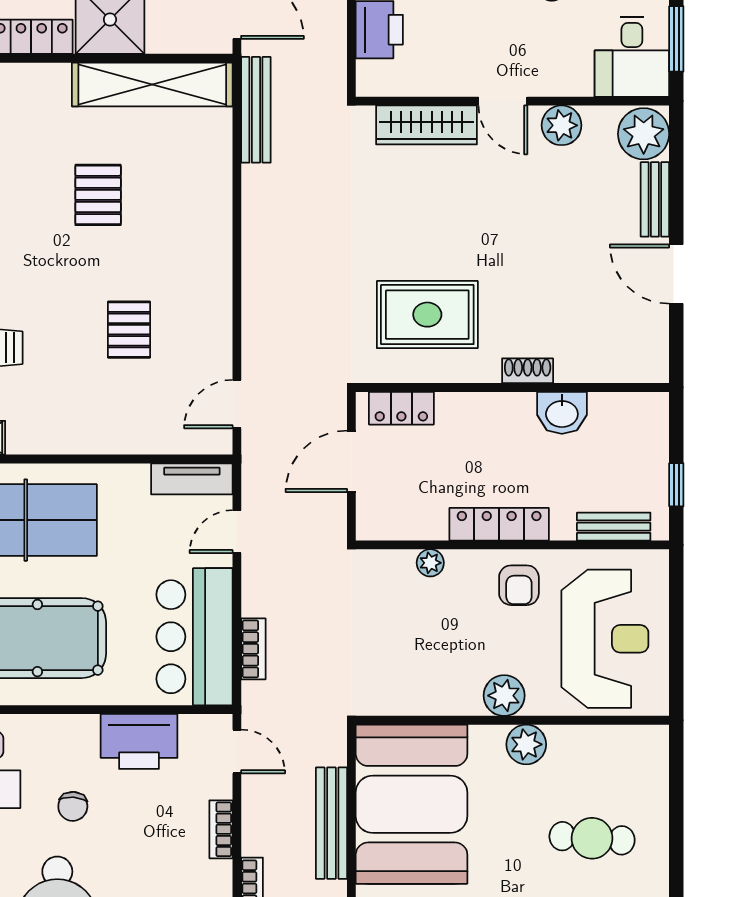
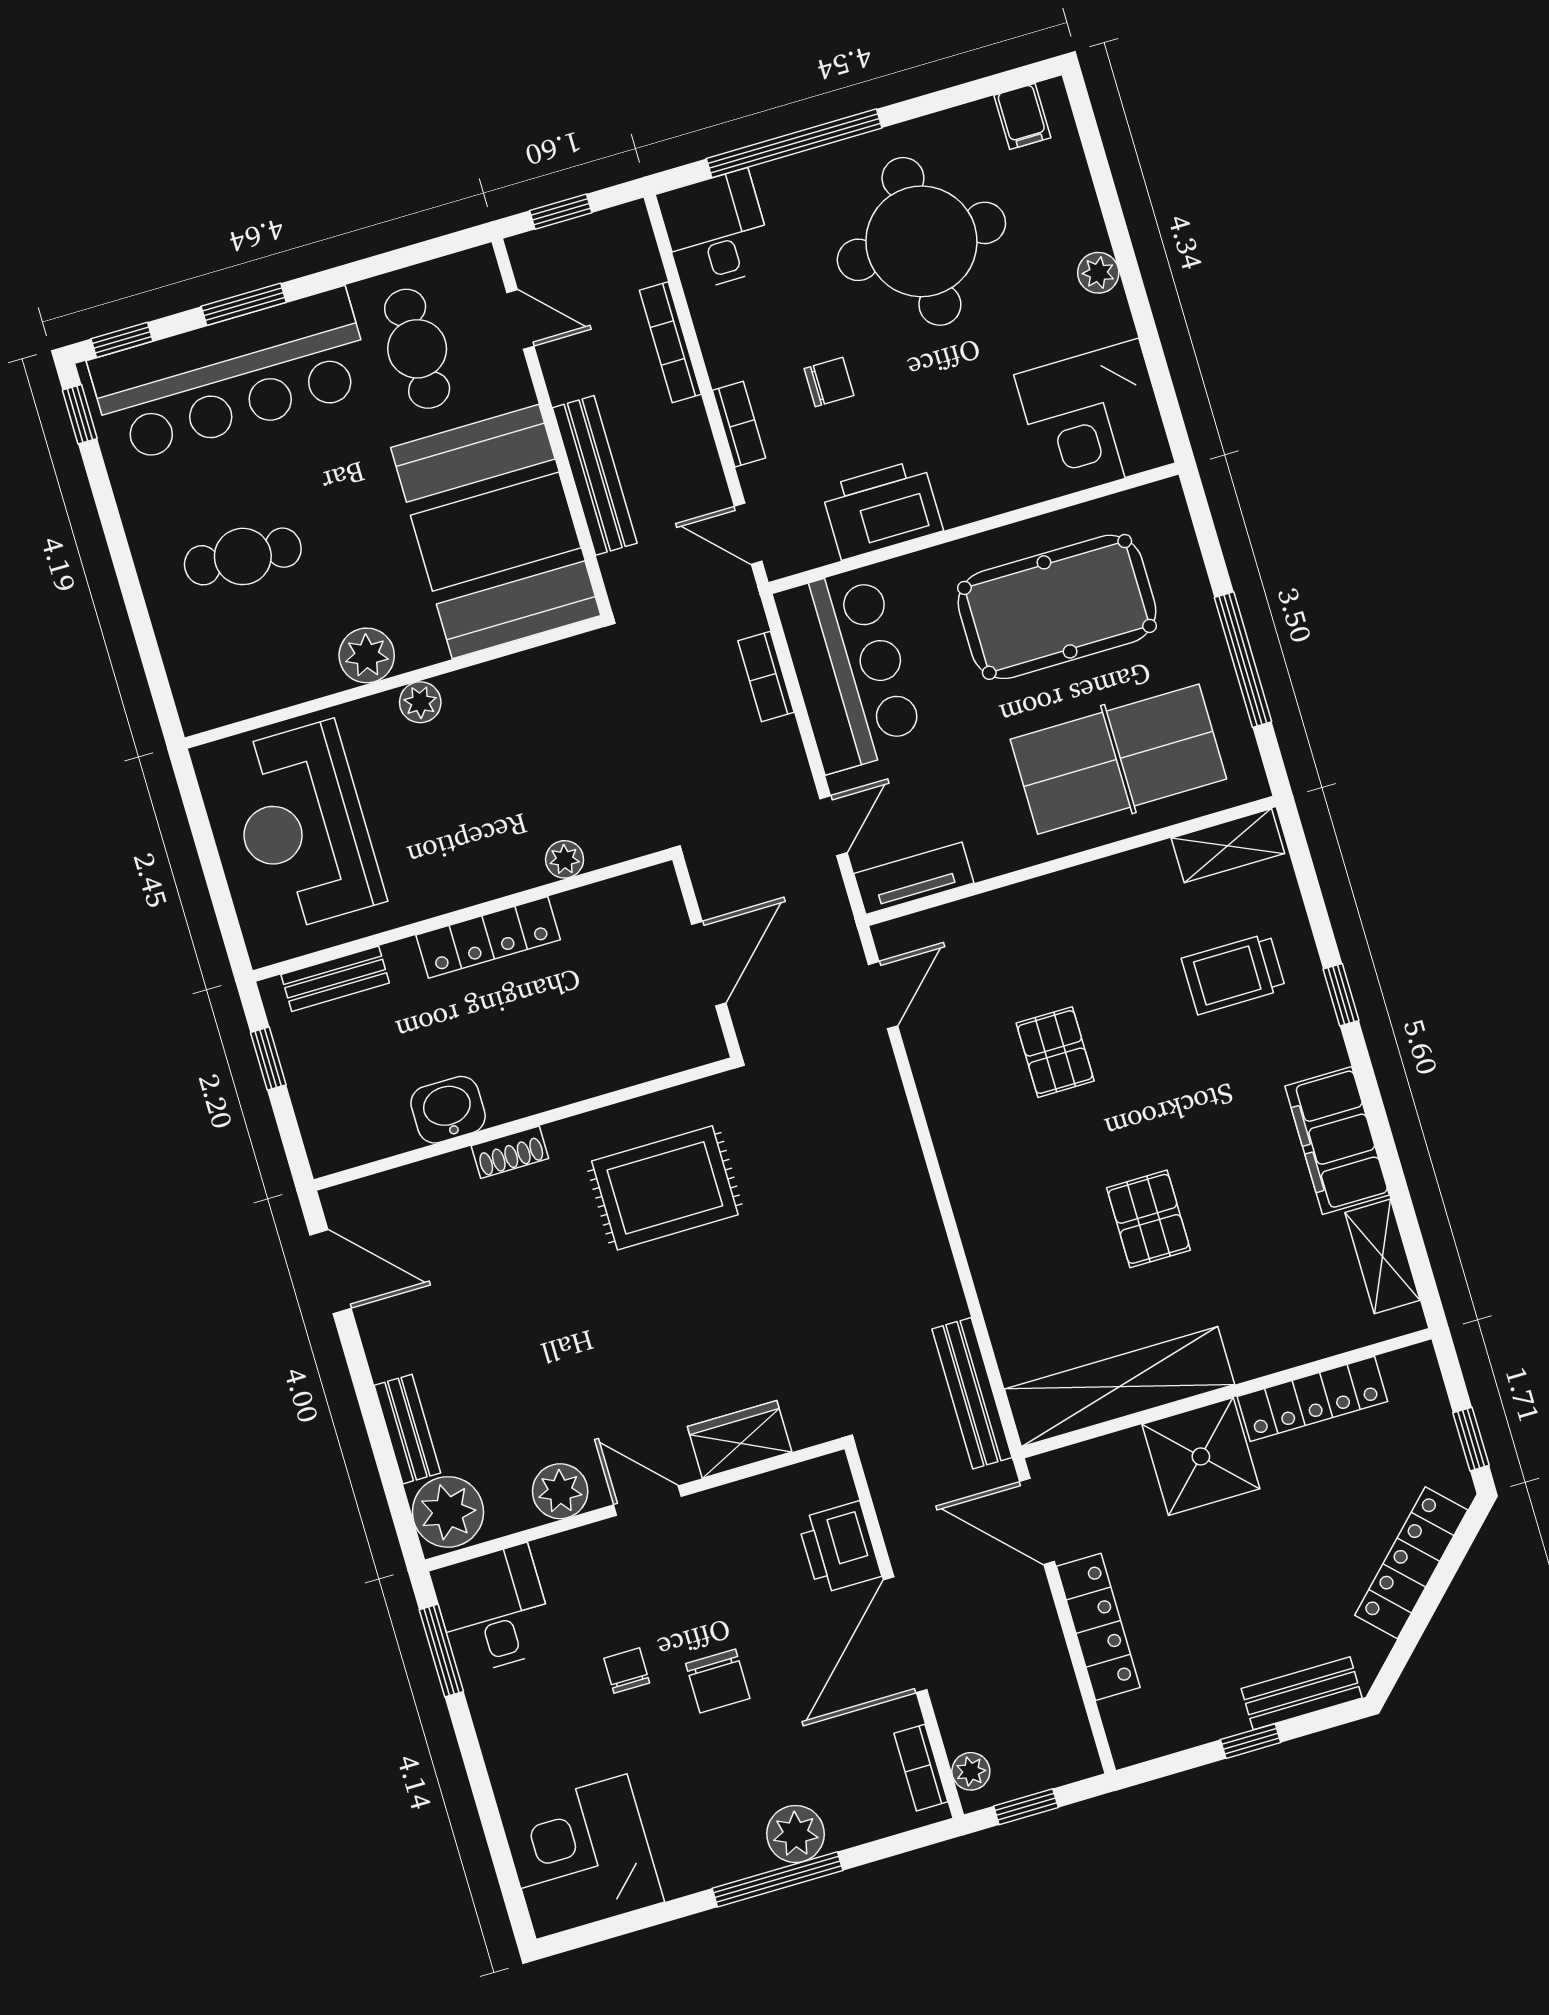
wardrobe: (427, 125) -> (740, 1439), width x0.67
door: (676, 274) -> (330, 1272), moved
locker: (401, 408) -> (663, 1054), removed
armchair: (519, 585) -> (438, 864), removed
plant: (504, 696) -> (420, 702), width x0.73, depth x0.73
chair: (73, 806) -> (829, 382), moved, turned 86

